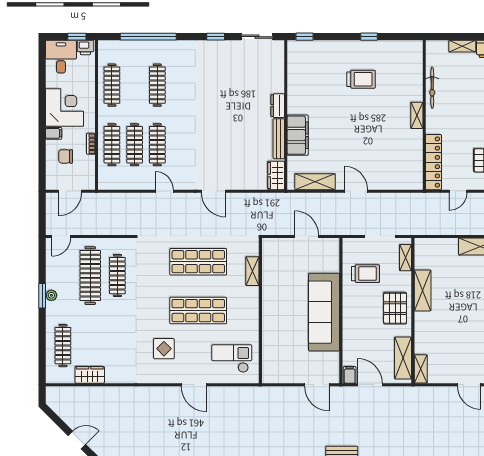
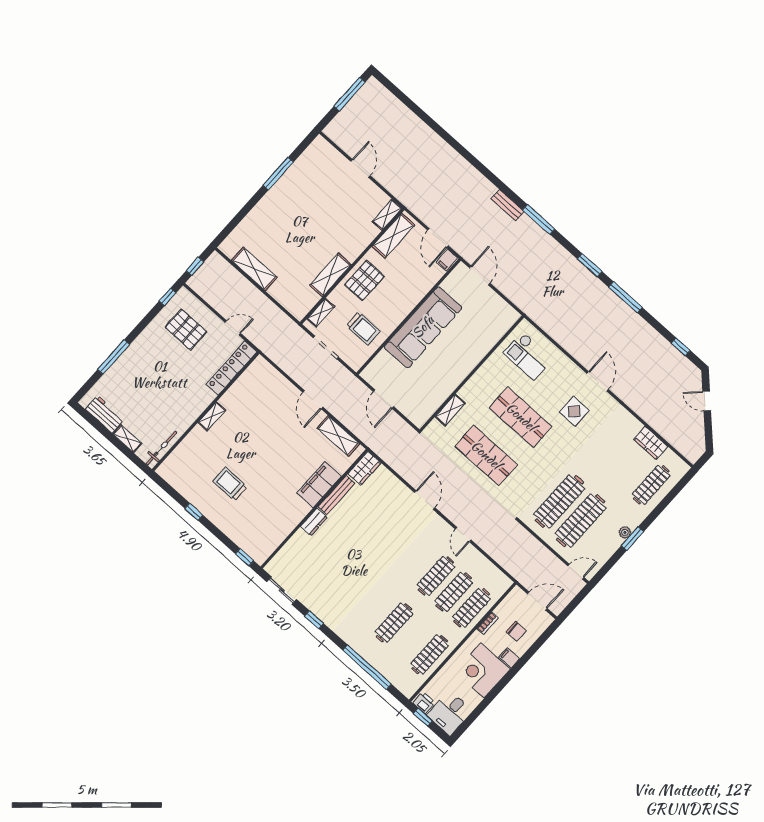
bicycle: (432, 88) -> (161, 448), moved
trolley: (365, 274) -> (363, 328), turned 180
clothes rail: (117, 276) -> (559, 501), width x1.37, depth x1.31
door: (194, 385) -> (598, 381), moved

